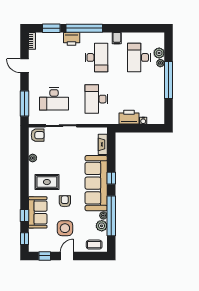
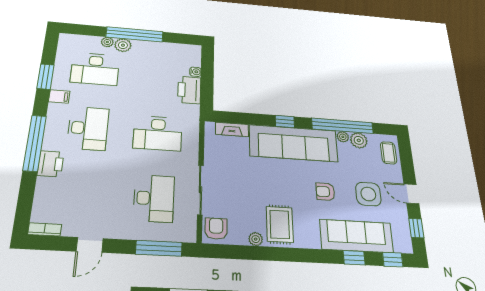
window: (51, 28) -> (45, 77), moved
plant: (159, 53) -> (123, 45), moved
desk: (96, 57) -> (88, 128), turned 90
rug: (47, 182) -> (280, 224), moved
sofa: (38, 212) -> (356, 236), width x1.36

